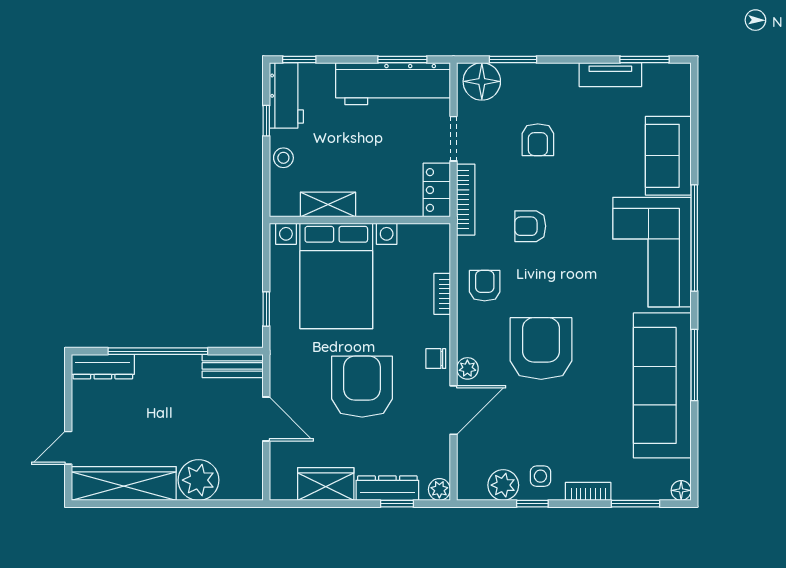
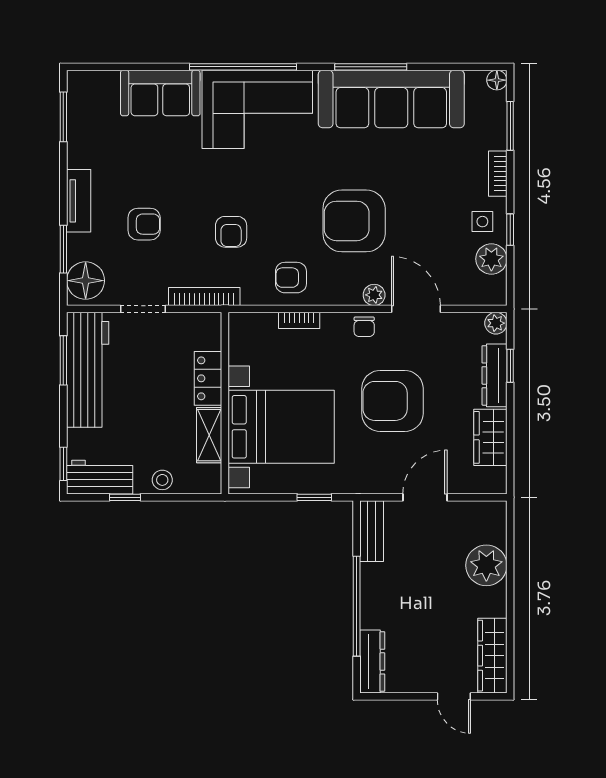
tv unit: (610, 75) -> (79, 201), moved
locker: (437, 190) -> (208, 378), moved, turned 90
wardrobe: (124, 483) -> (492, 656), width x0.71, depth x0.85

